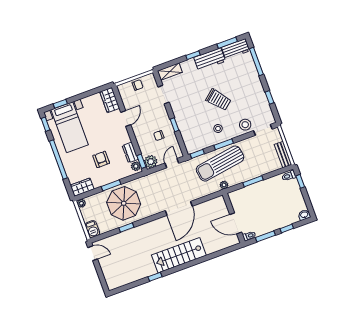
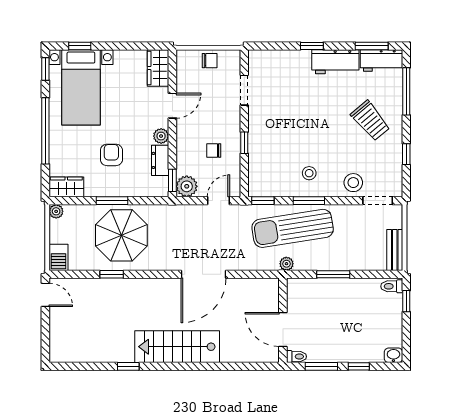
shelving: (170, 72) -> (267, 58), removed
trolley: (218, 100) -> (370, 121), moved
plant: (136, 166) -> (161, 136), moved

